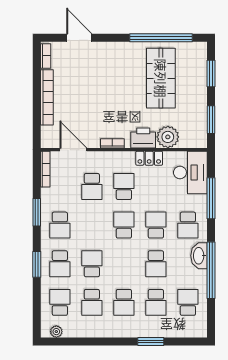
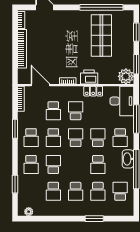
plant: (168, 137) -> (126, 76), moved
window: (37, 264) -> (15, 184), moved
school desk: (60, 302) -> (53, 138), moved, turned 180

